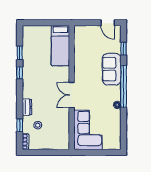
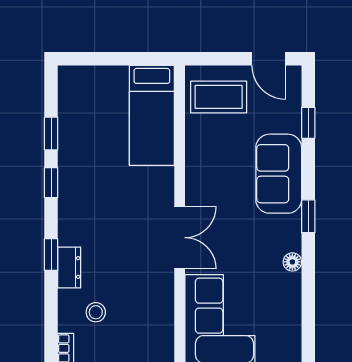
coffee table: (87, 38) -> (219, 97), added
window: (124, 86) -> (308, 216), width x0.32
double door: (72, 95) -> (180, 238), swing flipped
window: (20, 125) -> (51, 254), moved

